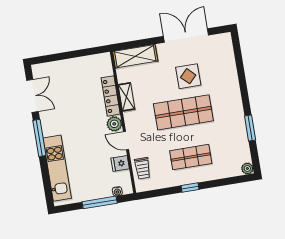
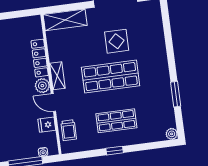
shelving: (126, 97) -> (57, 76), moved

